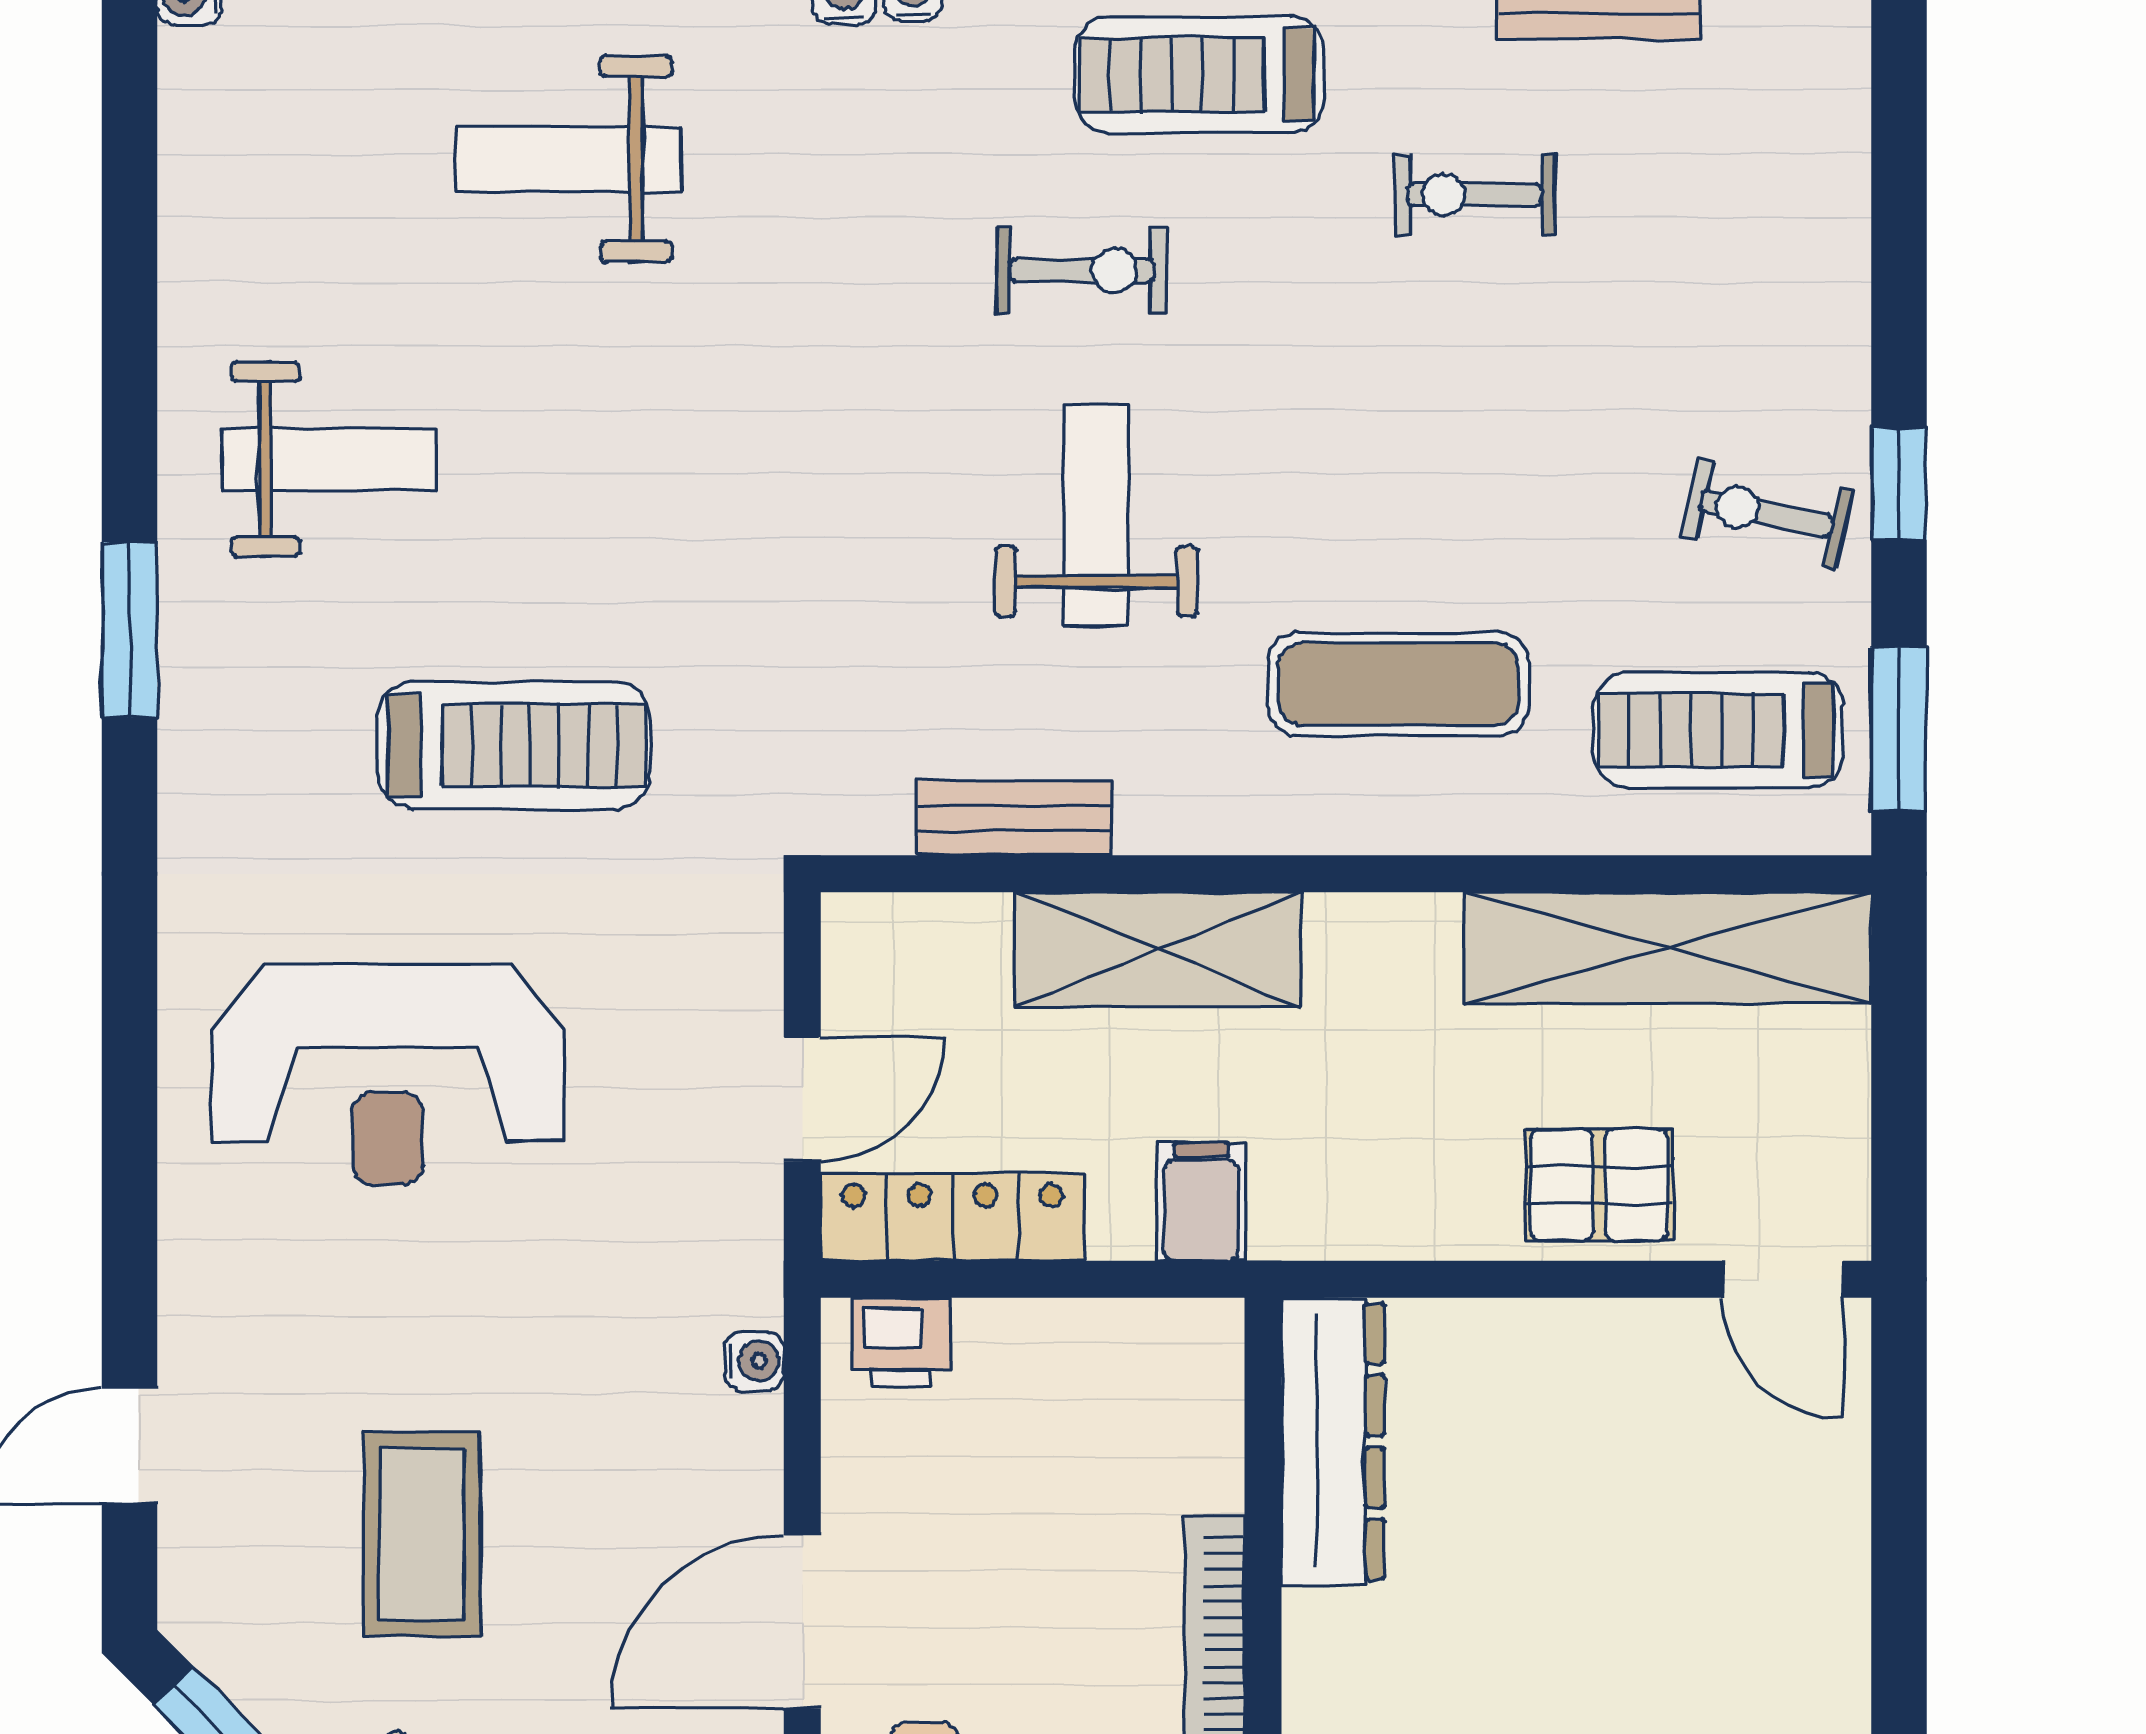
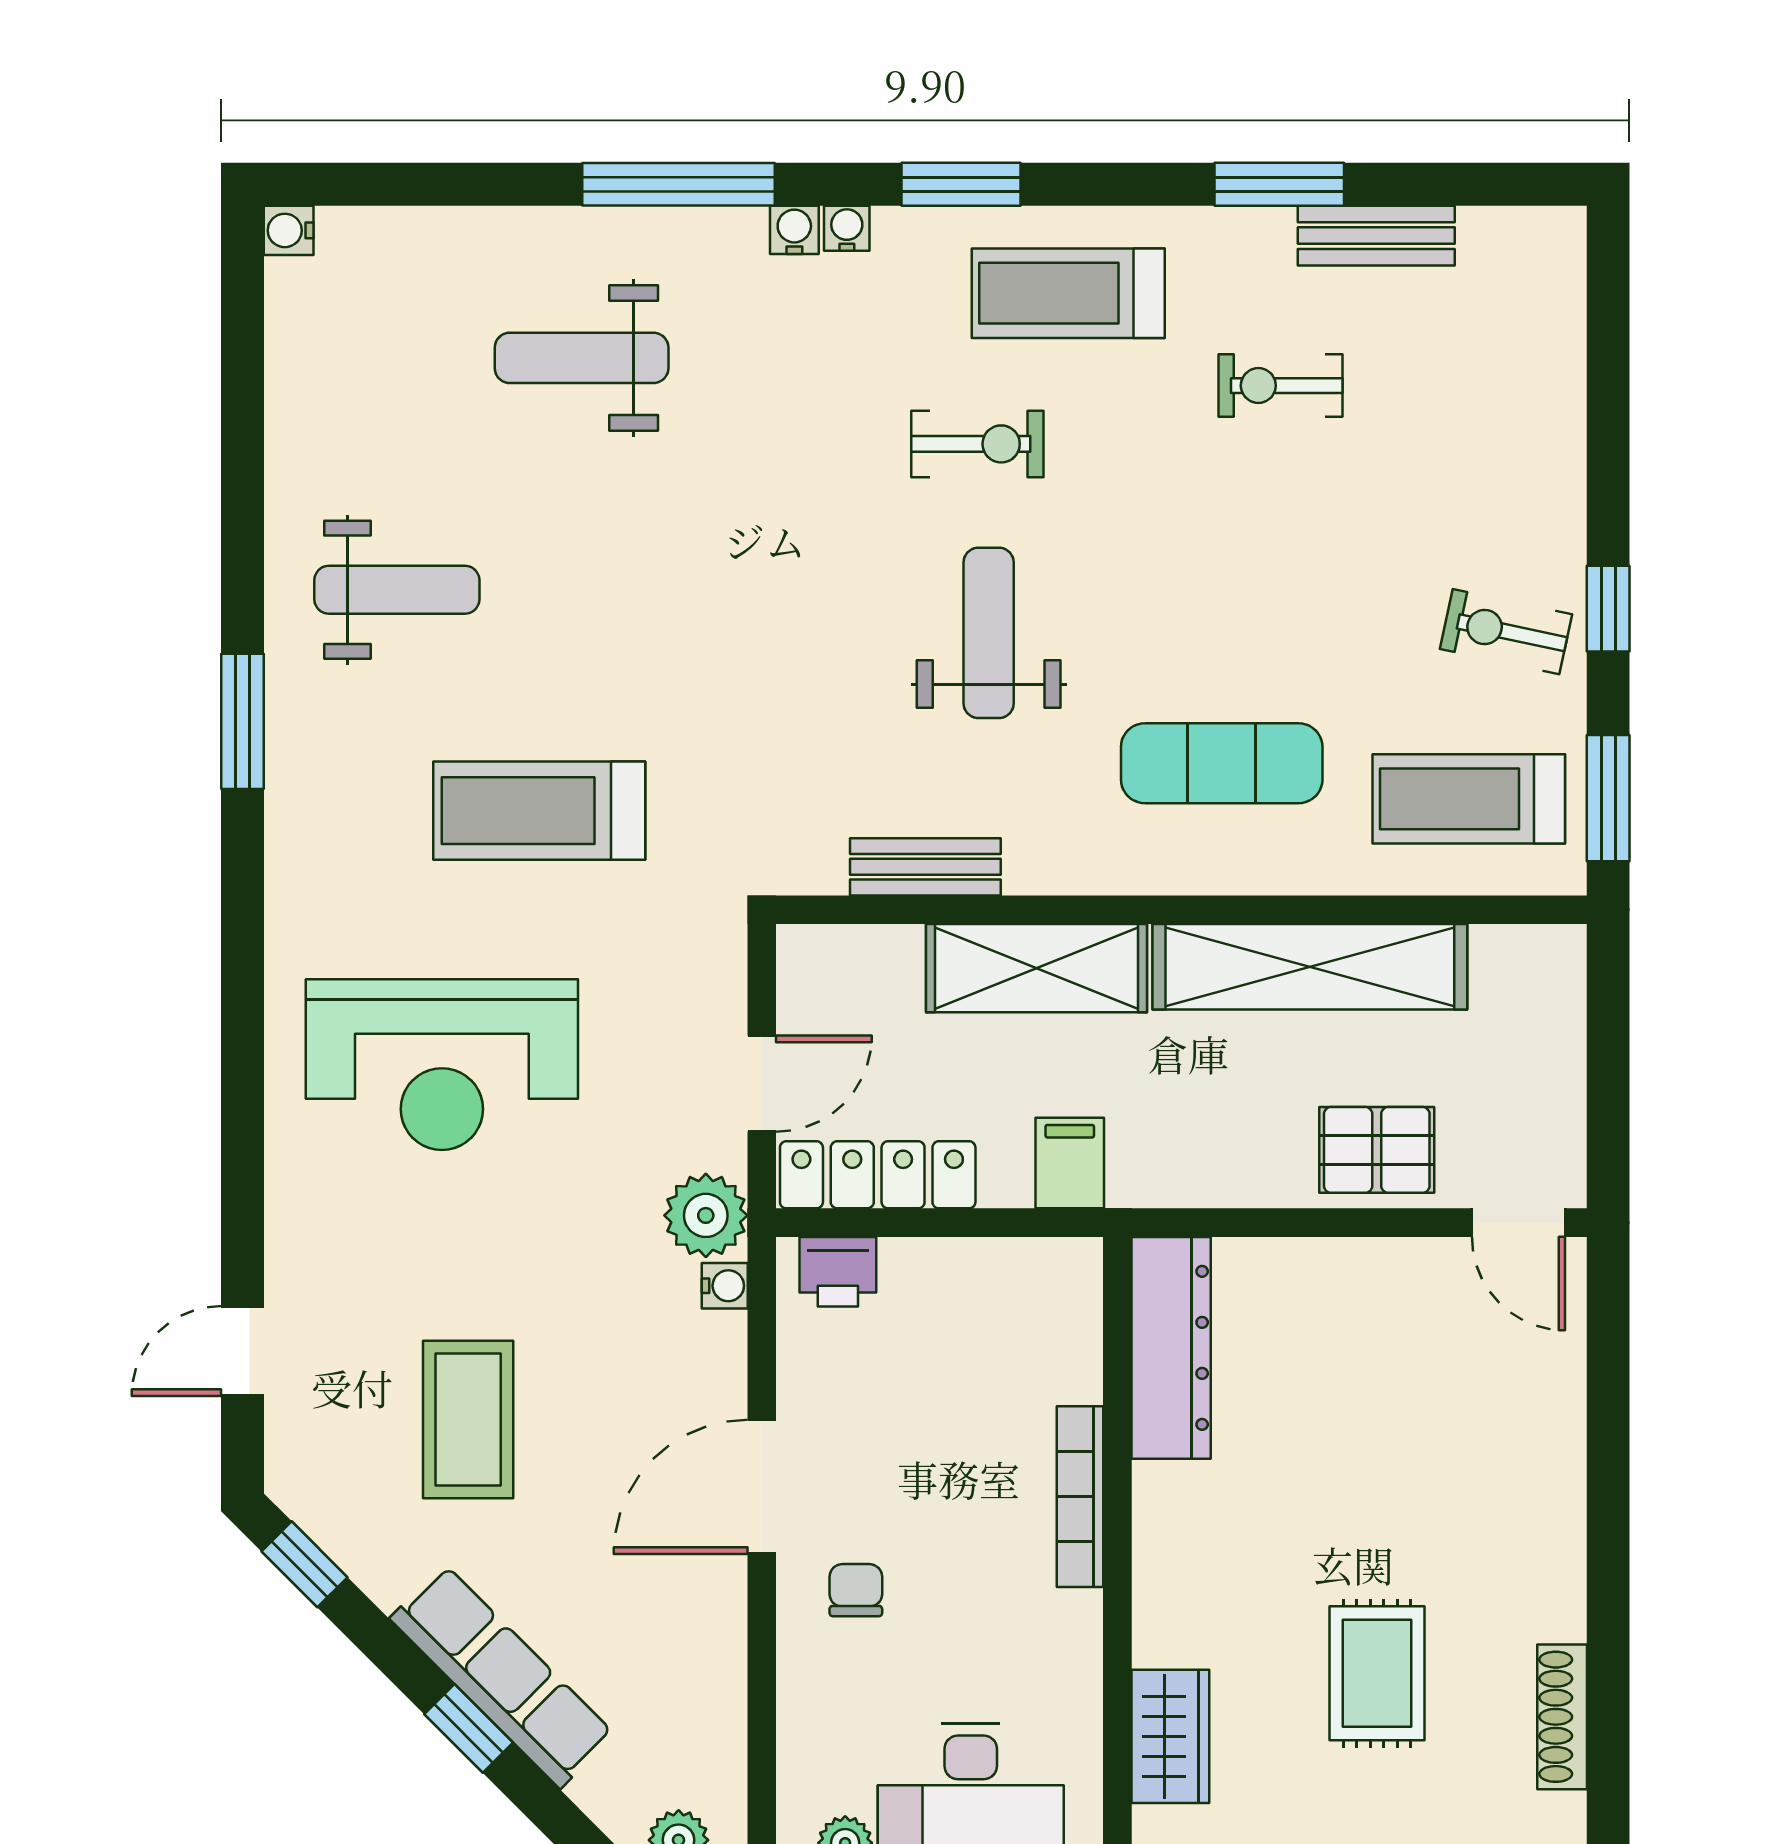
treadmill: (514, 745) -> (539, 811), turned 180
shelving: (1668, 948) -> (1310, 967), moved
plant: (730, 1270) -> (706, 1215), added

